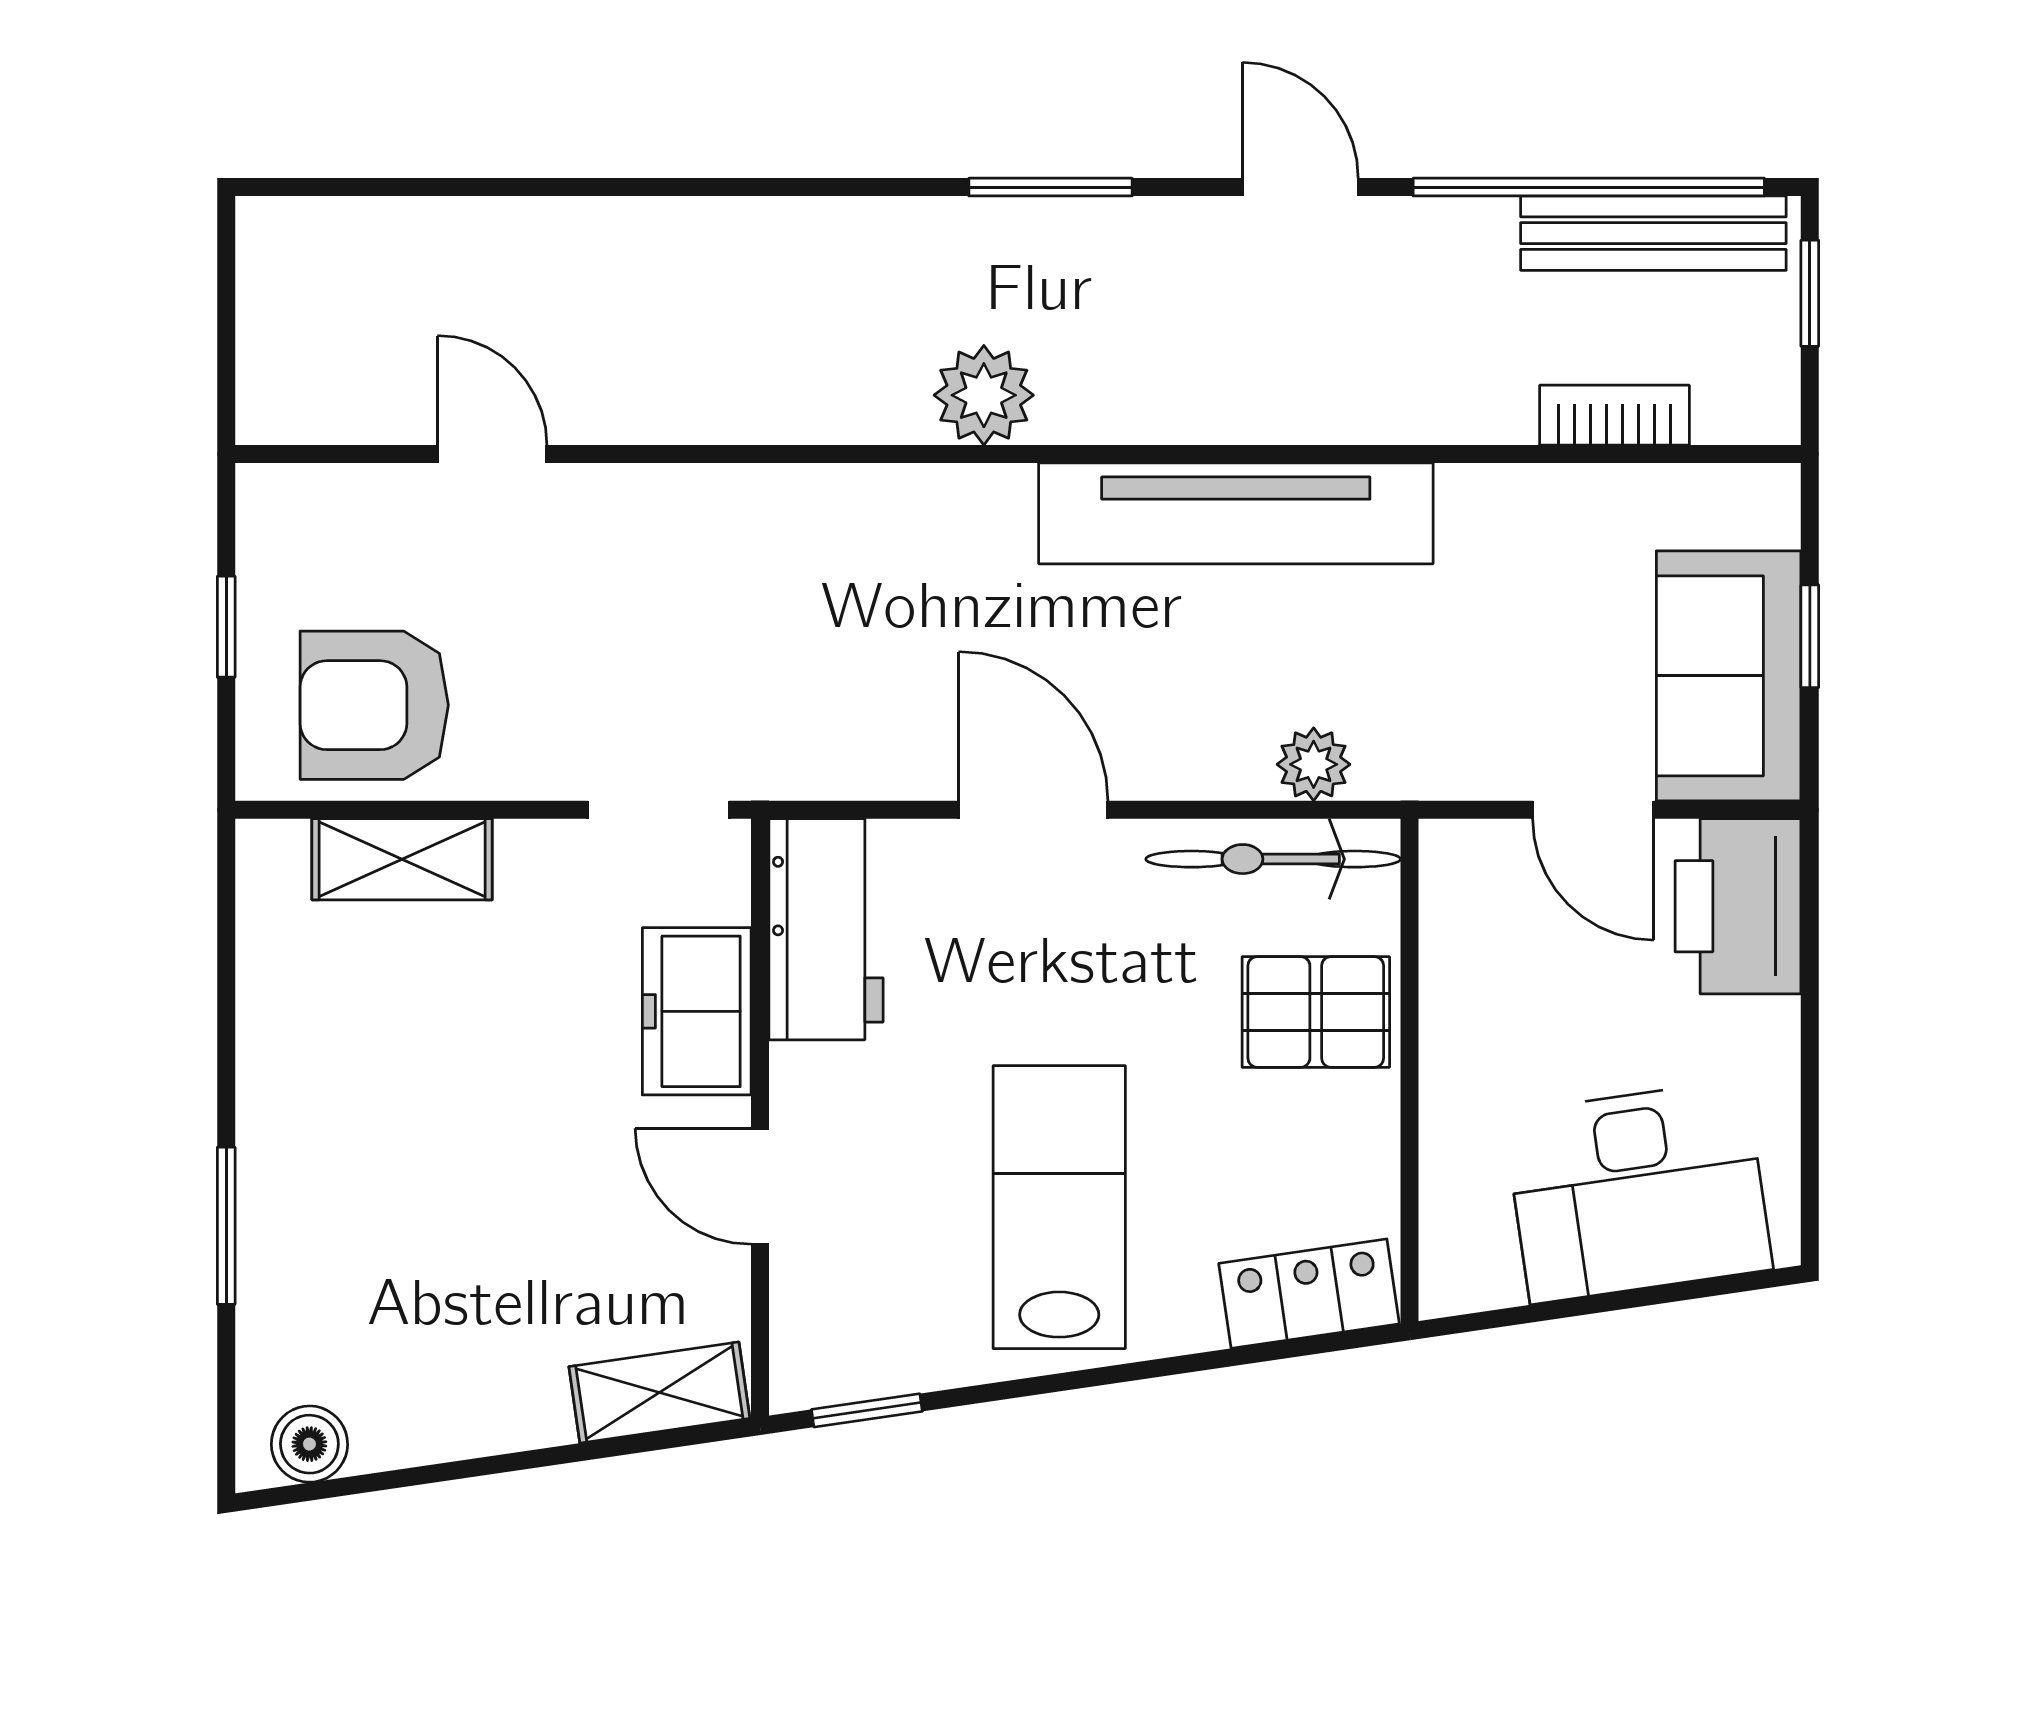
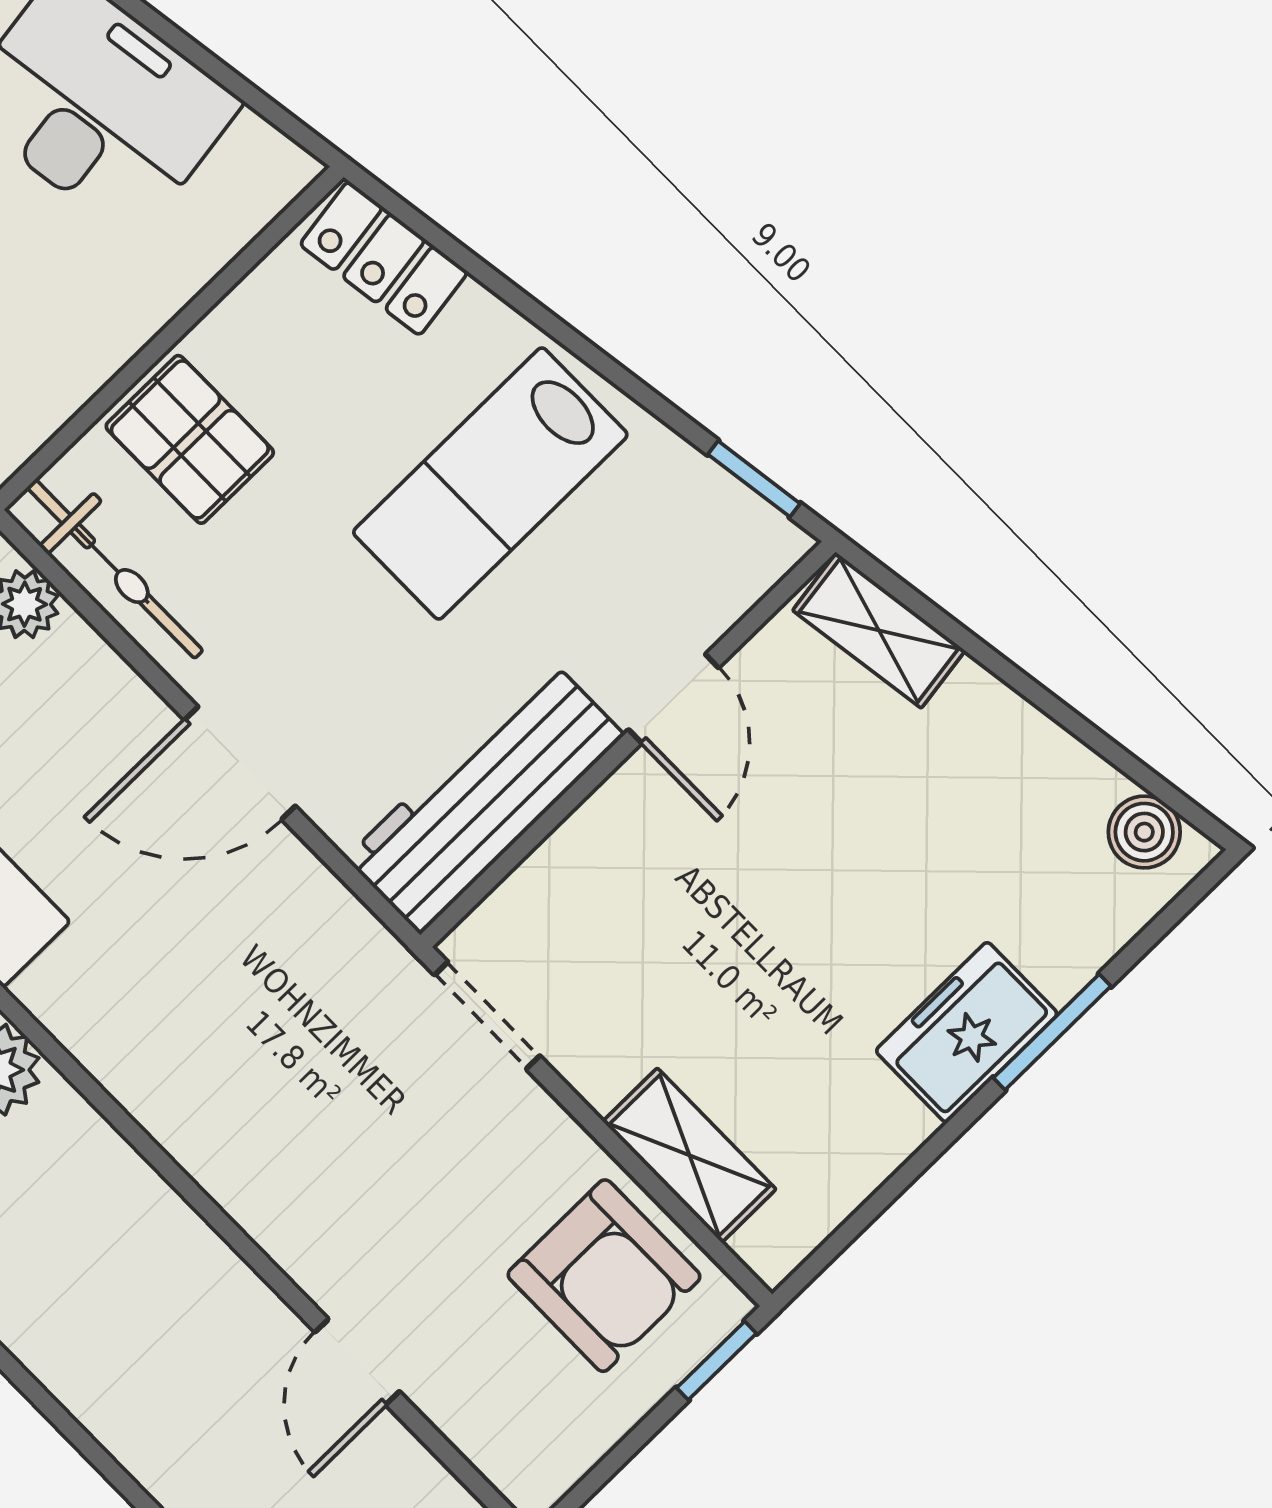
window: (226, 627) -> (717, 1361), moved
door: (1033, 810) -> (240, 763), hinge flipped
workbench: (826, 929) -> (485, 796), width x1.38
freezer: (697, 1011) -> (967, 1032), moved, turned 180

